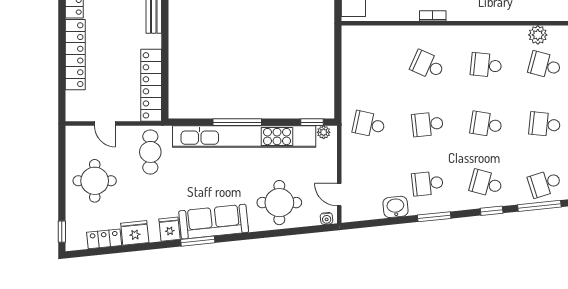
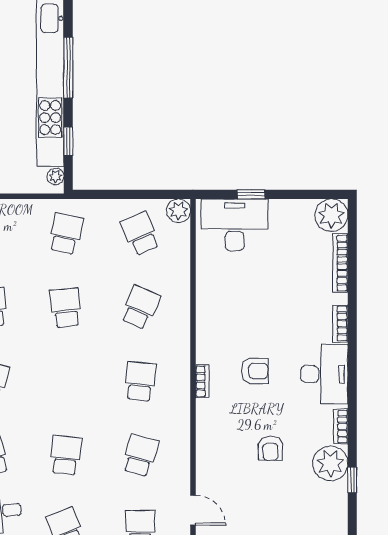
bookcase: (433, 16) -> (202, 381), moved
plant: (538, 35) -> (178, 211), moved
window: (312, 122) -> (68, 141), moved
school desk: (486, 124) -> (140, 234), moved, turned -33

